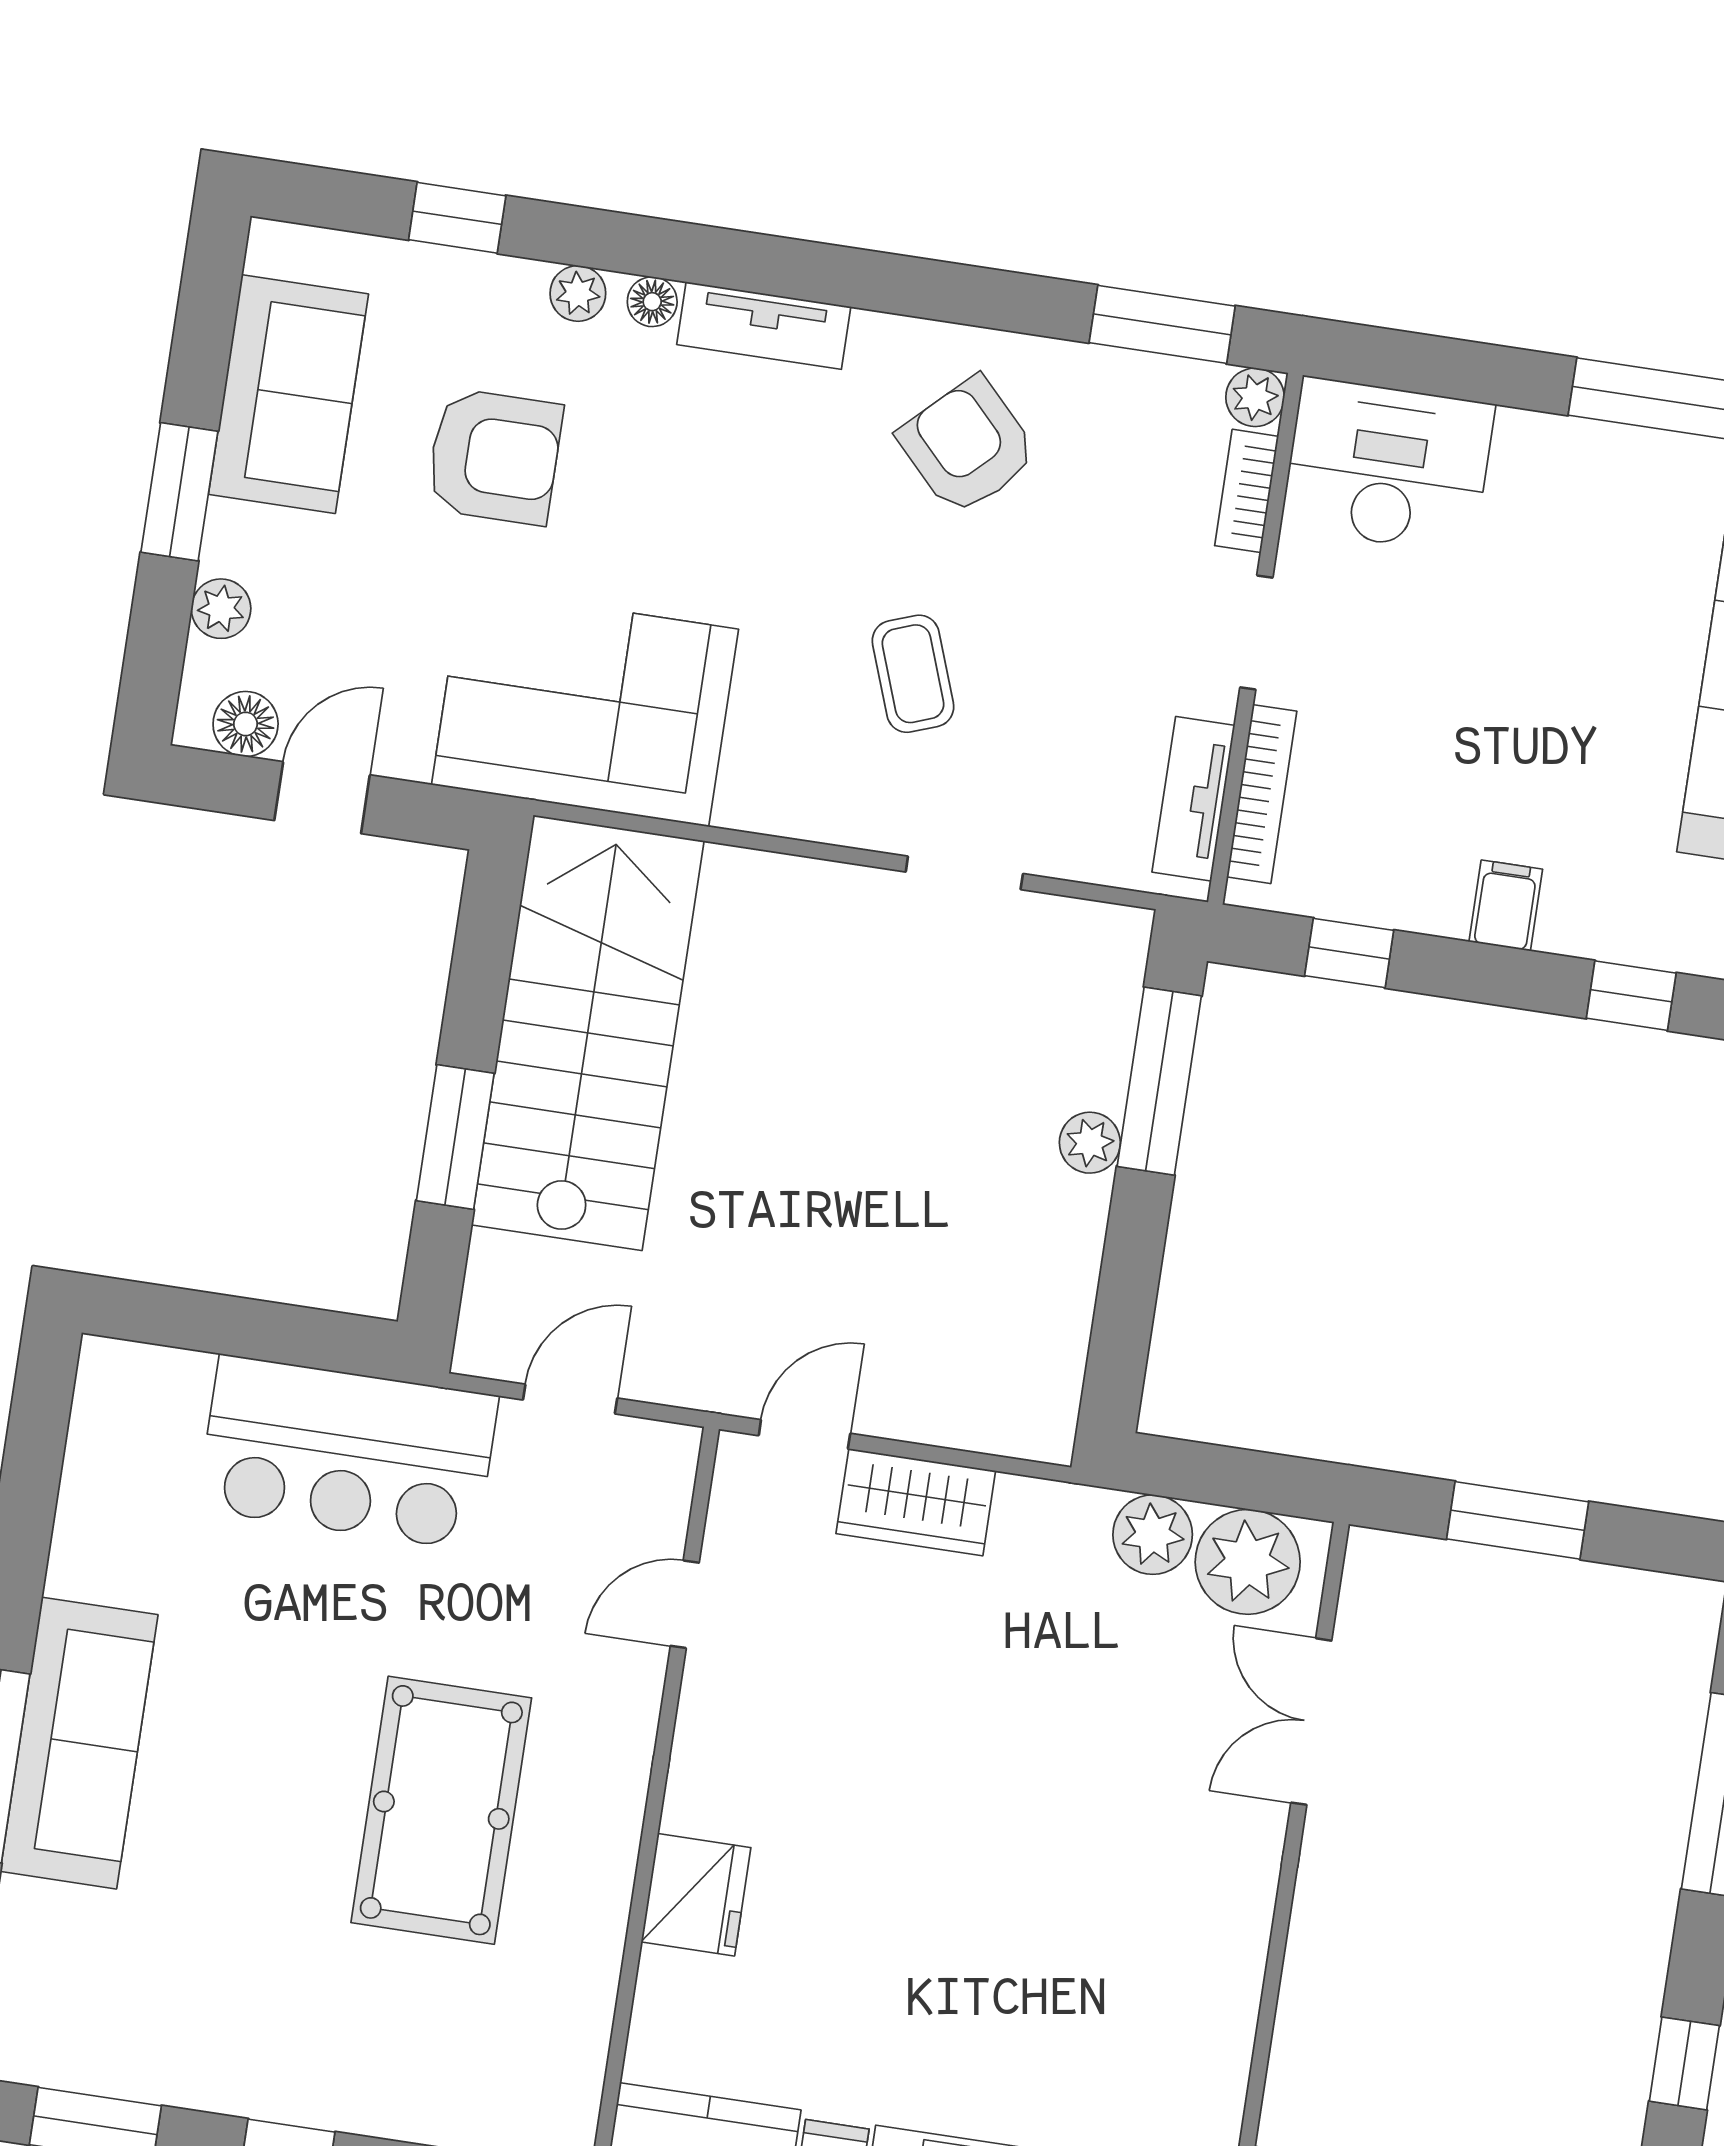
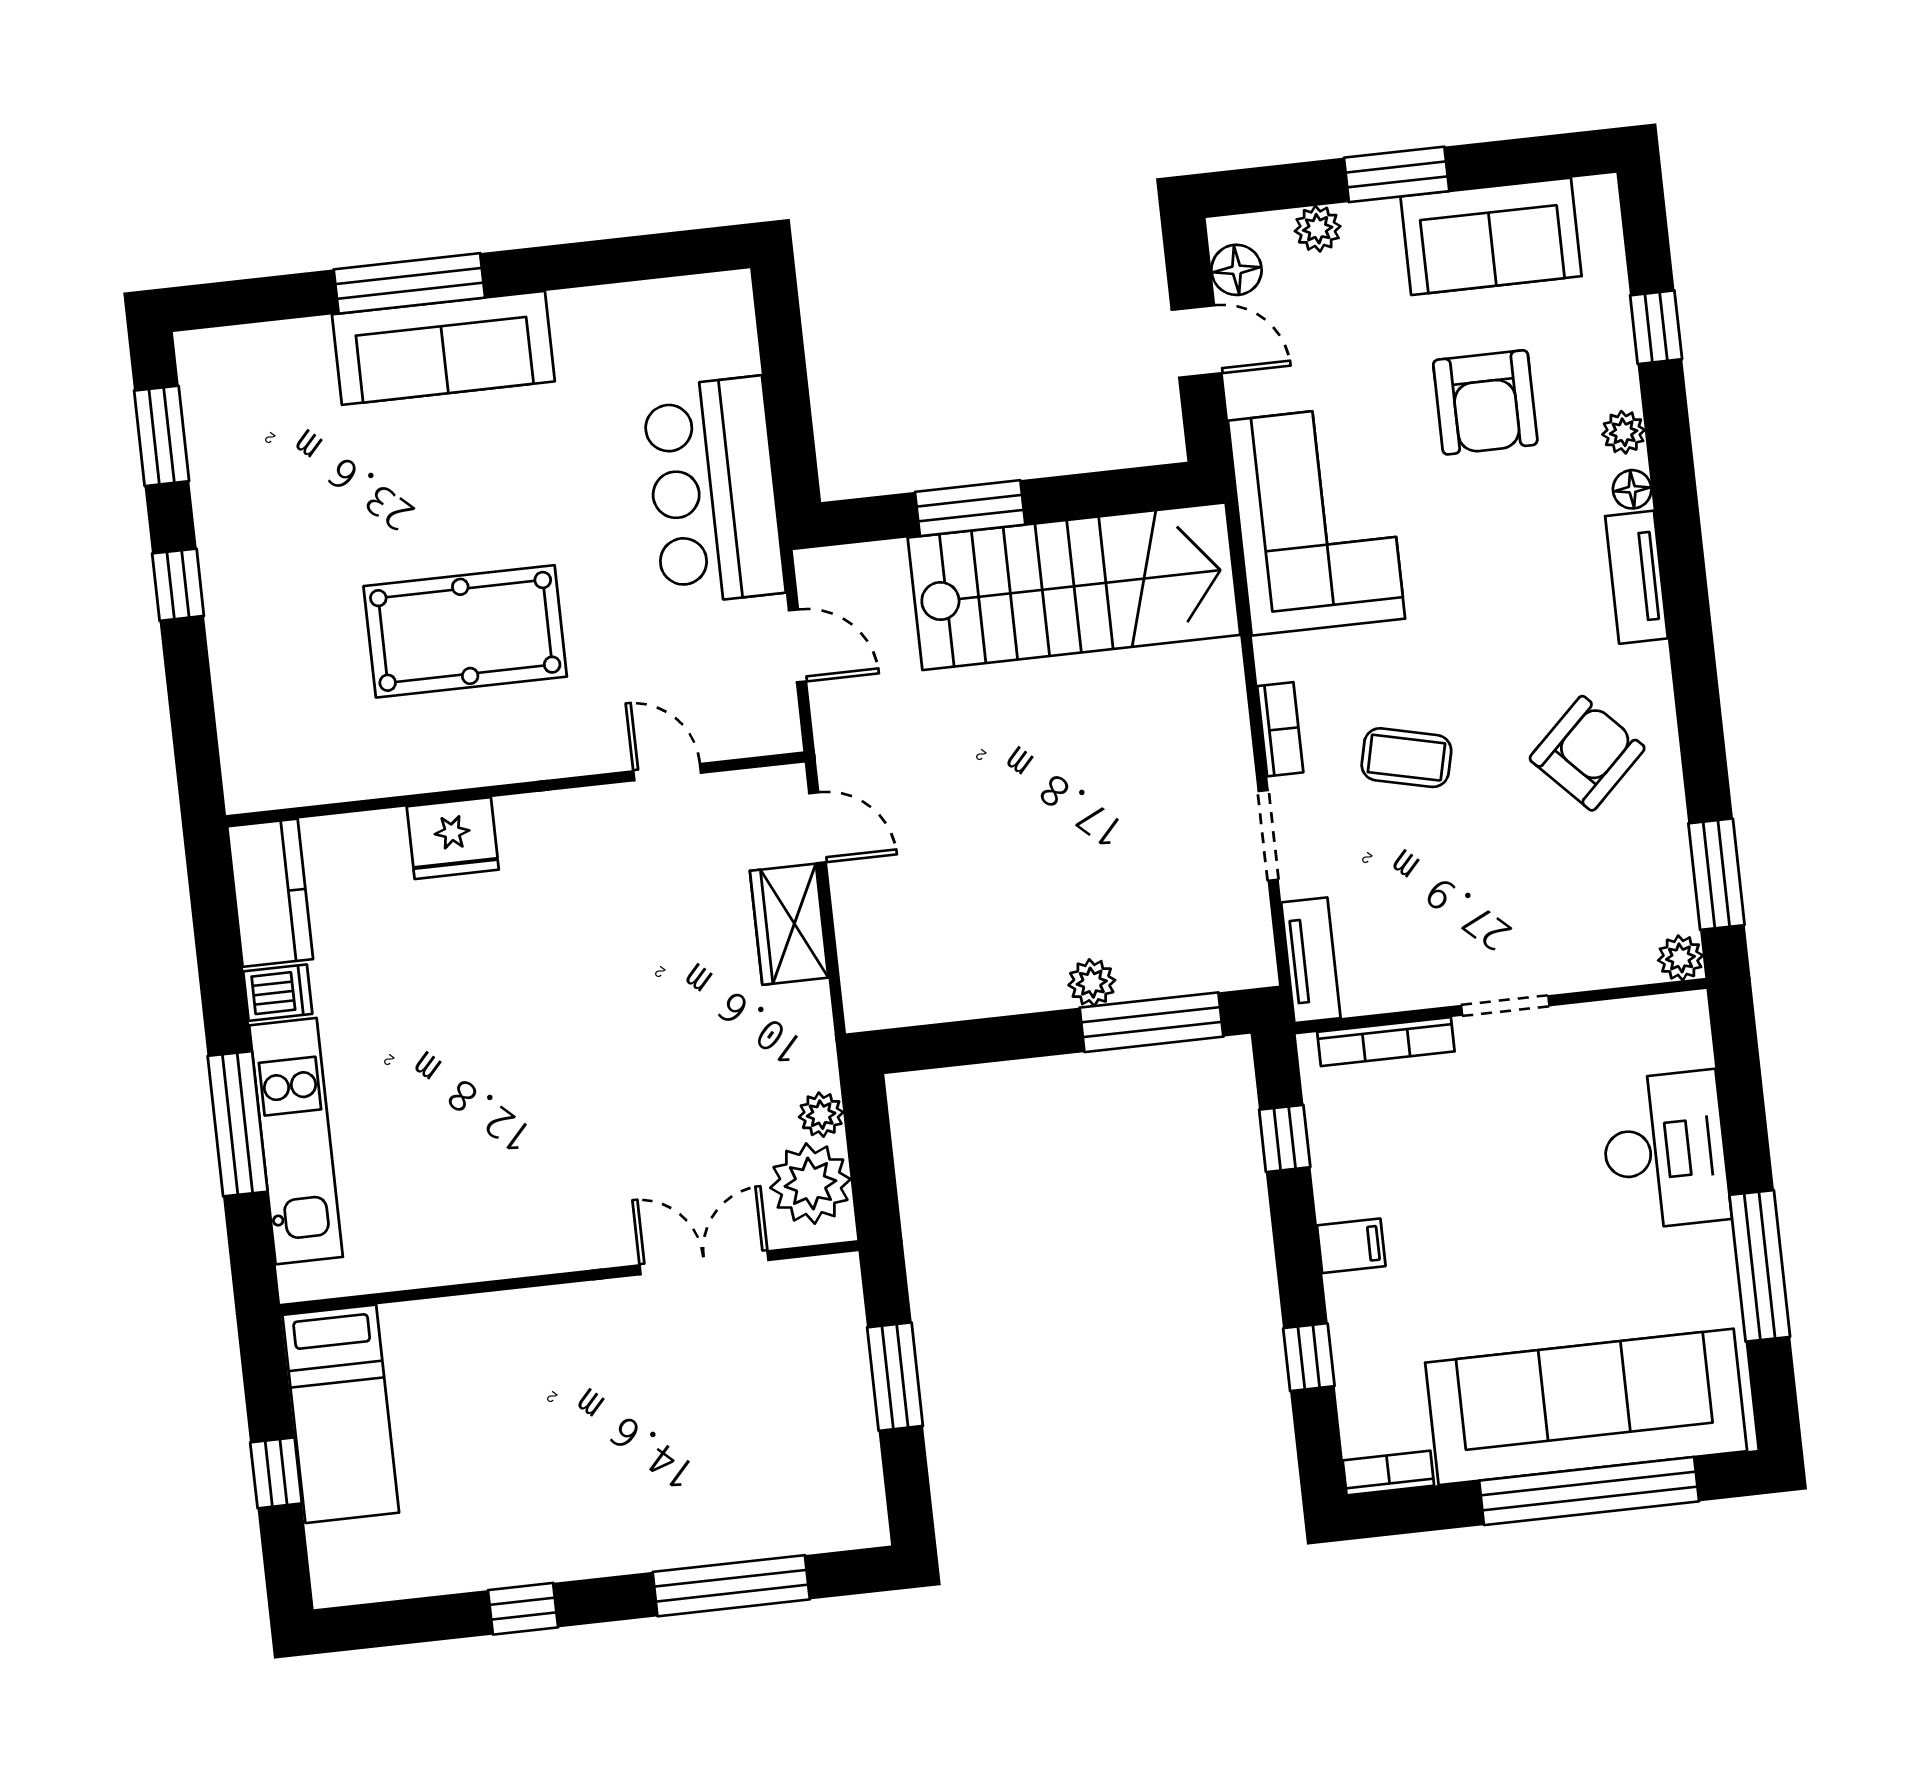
desk: (1388, 466) -> (1665, 1150), moved
bookcase: (1247, 491) -> (1280, 729), moved, turned 90
coffee table: (913, 674) -> (1406, 758), turned 33
tv unit: (1193, 799) -> (1311, 960), moved, turned 90
plant: (1153, 1535) -> (821, 1115), width x0.73, depth x0.73

